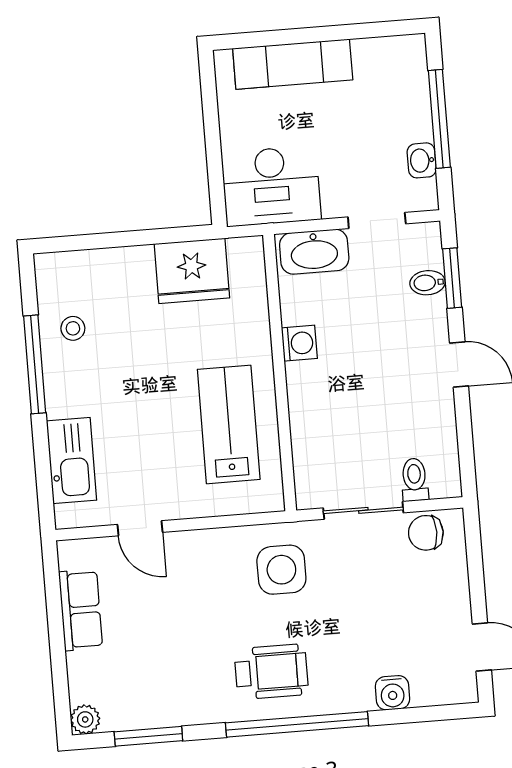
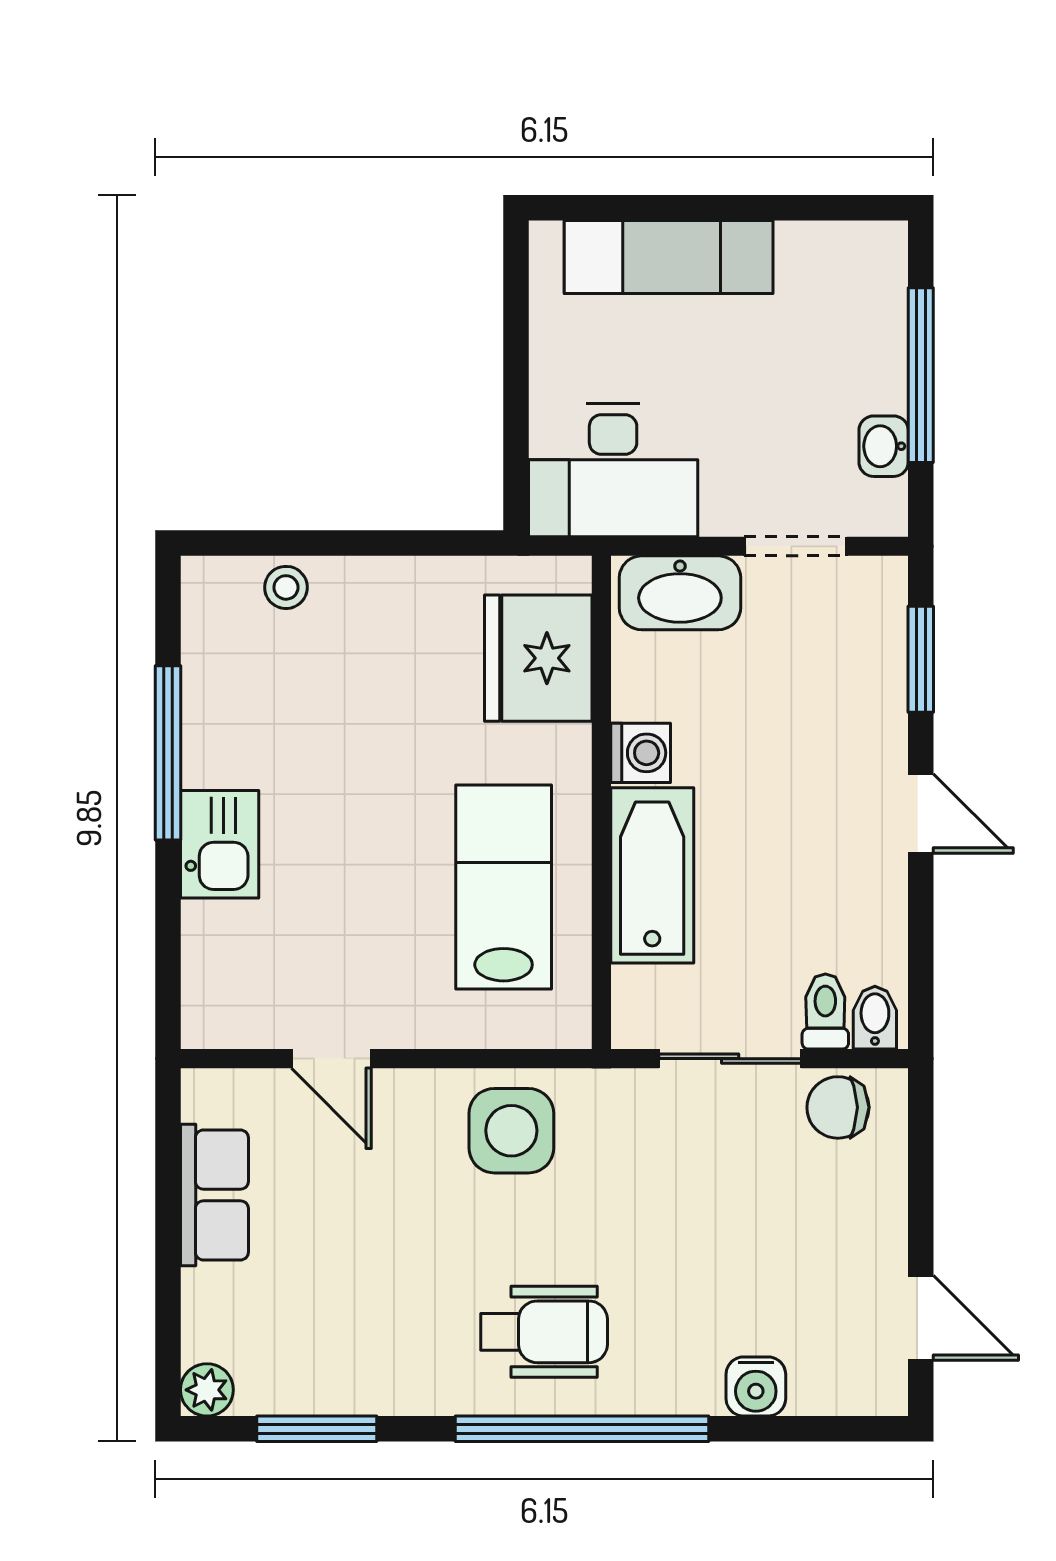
fridge: (192, 271) -> (538, 658), moved, turned 90
bidet: (428, 283) -> (875, 1018), moved, turned 90
stool: (73, 328) -> (286, 587), moved
bathtub: (311, 411) -> (652, 875), added
kitchen sink: (72, 460) -> (220, 844), moved, width x0.73
side table: (281, 570) -> (511, 1131), moved

